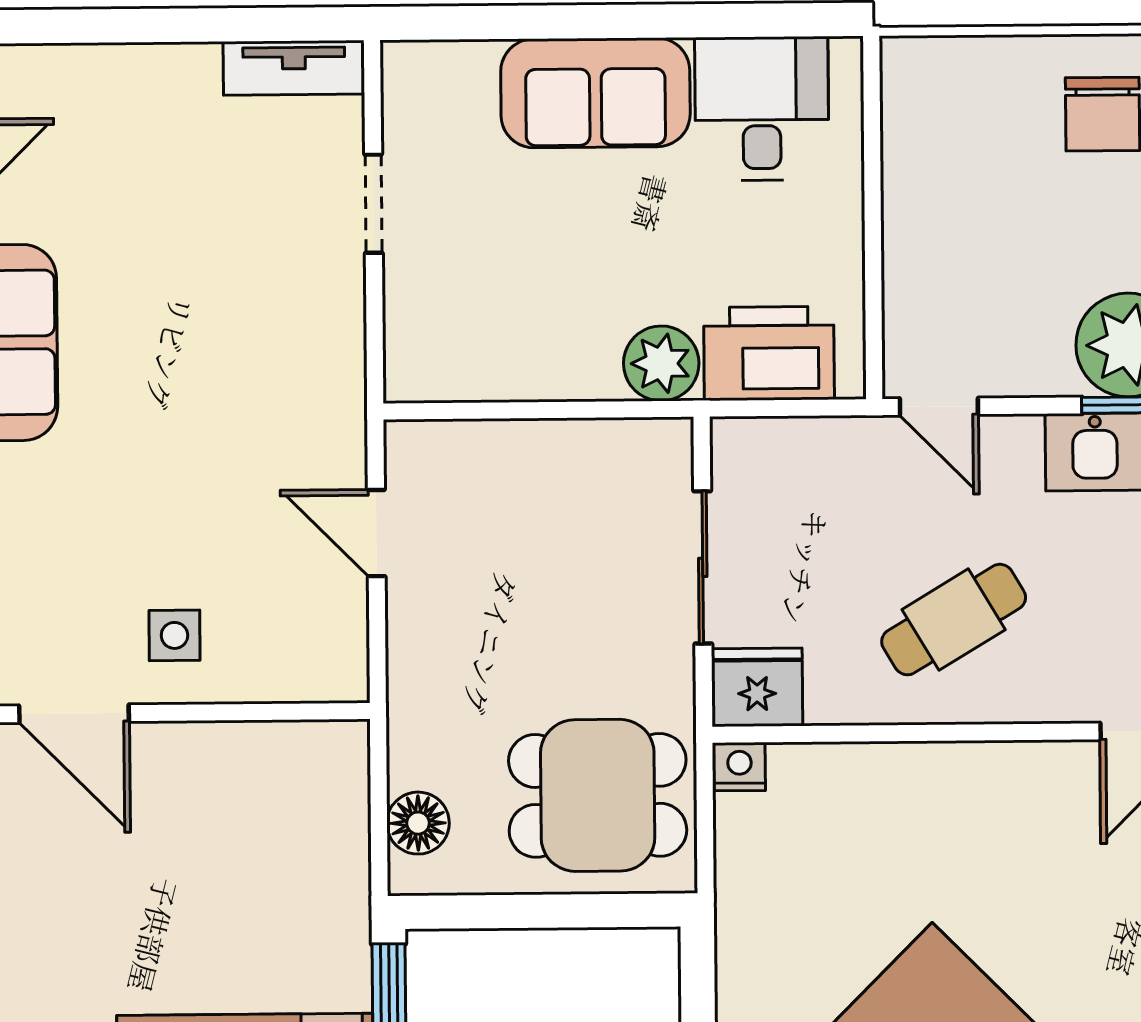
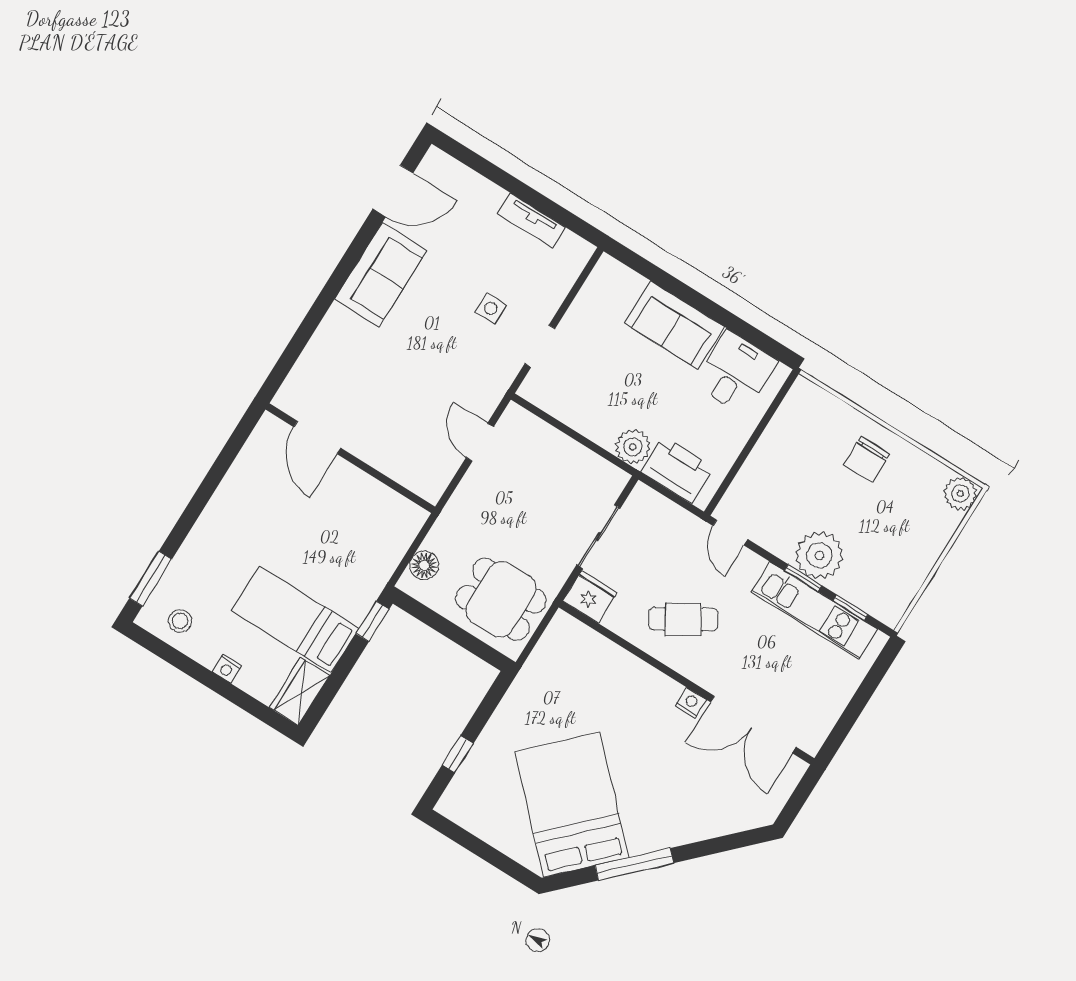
tv unit: (294, 68) -> (531, 221), moved
doorway: (373, 204) -> (540, 346), moved
side table: (174, 635) -> (491, 308), moved
nightstand: (740, 767) -> (691, 703), moved

